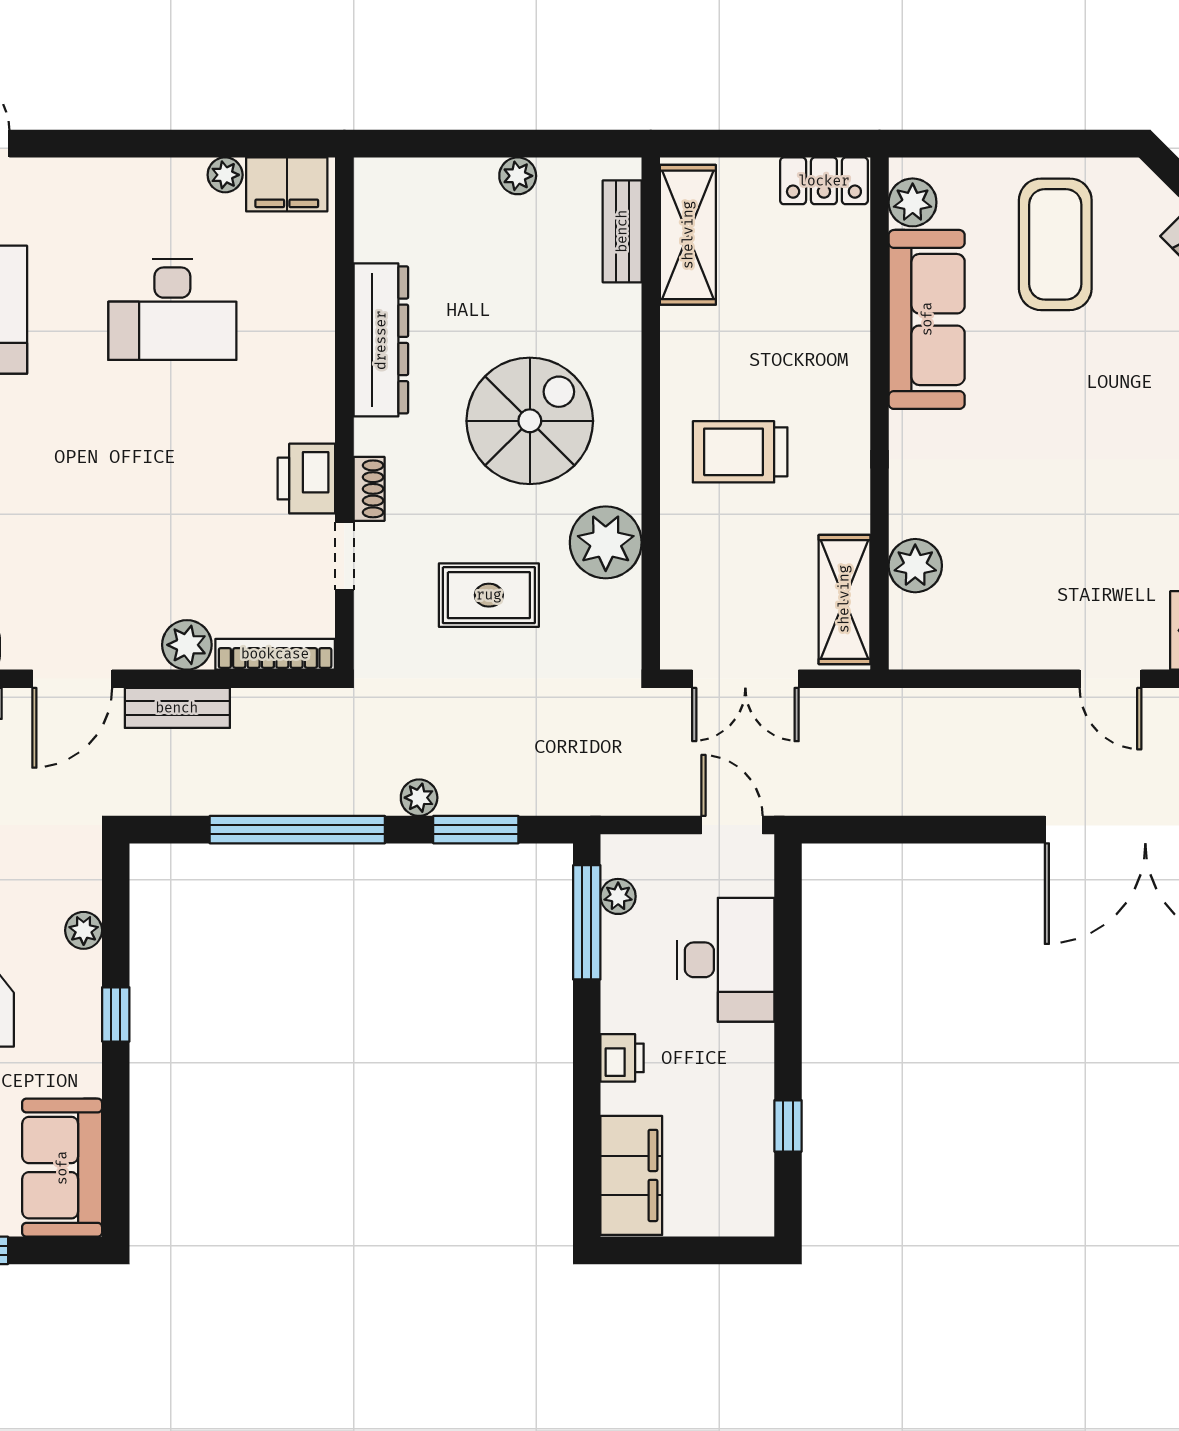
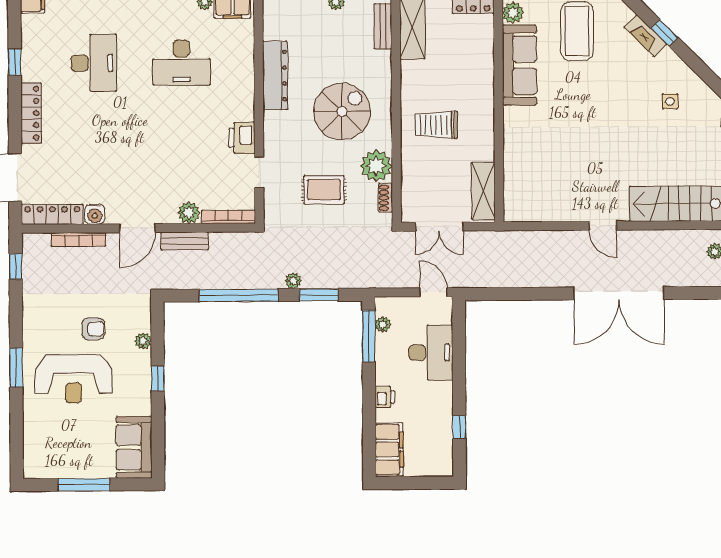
shoe rack: (369, 489) -> (386, 198), moved, turned 180
plant: (915, 566) -> (515, 176), removed

